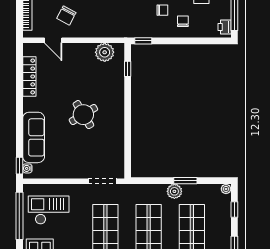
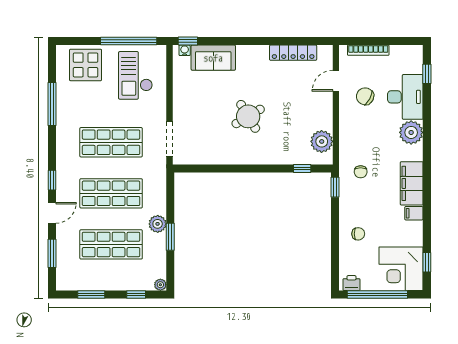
chair: (162, 10) -> (361, 172), moved
sofa: (34, 137) -> (213, 58), width x0.73
checkout: (49, 210) -> (136, 75), turned 180

